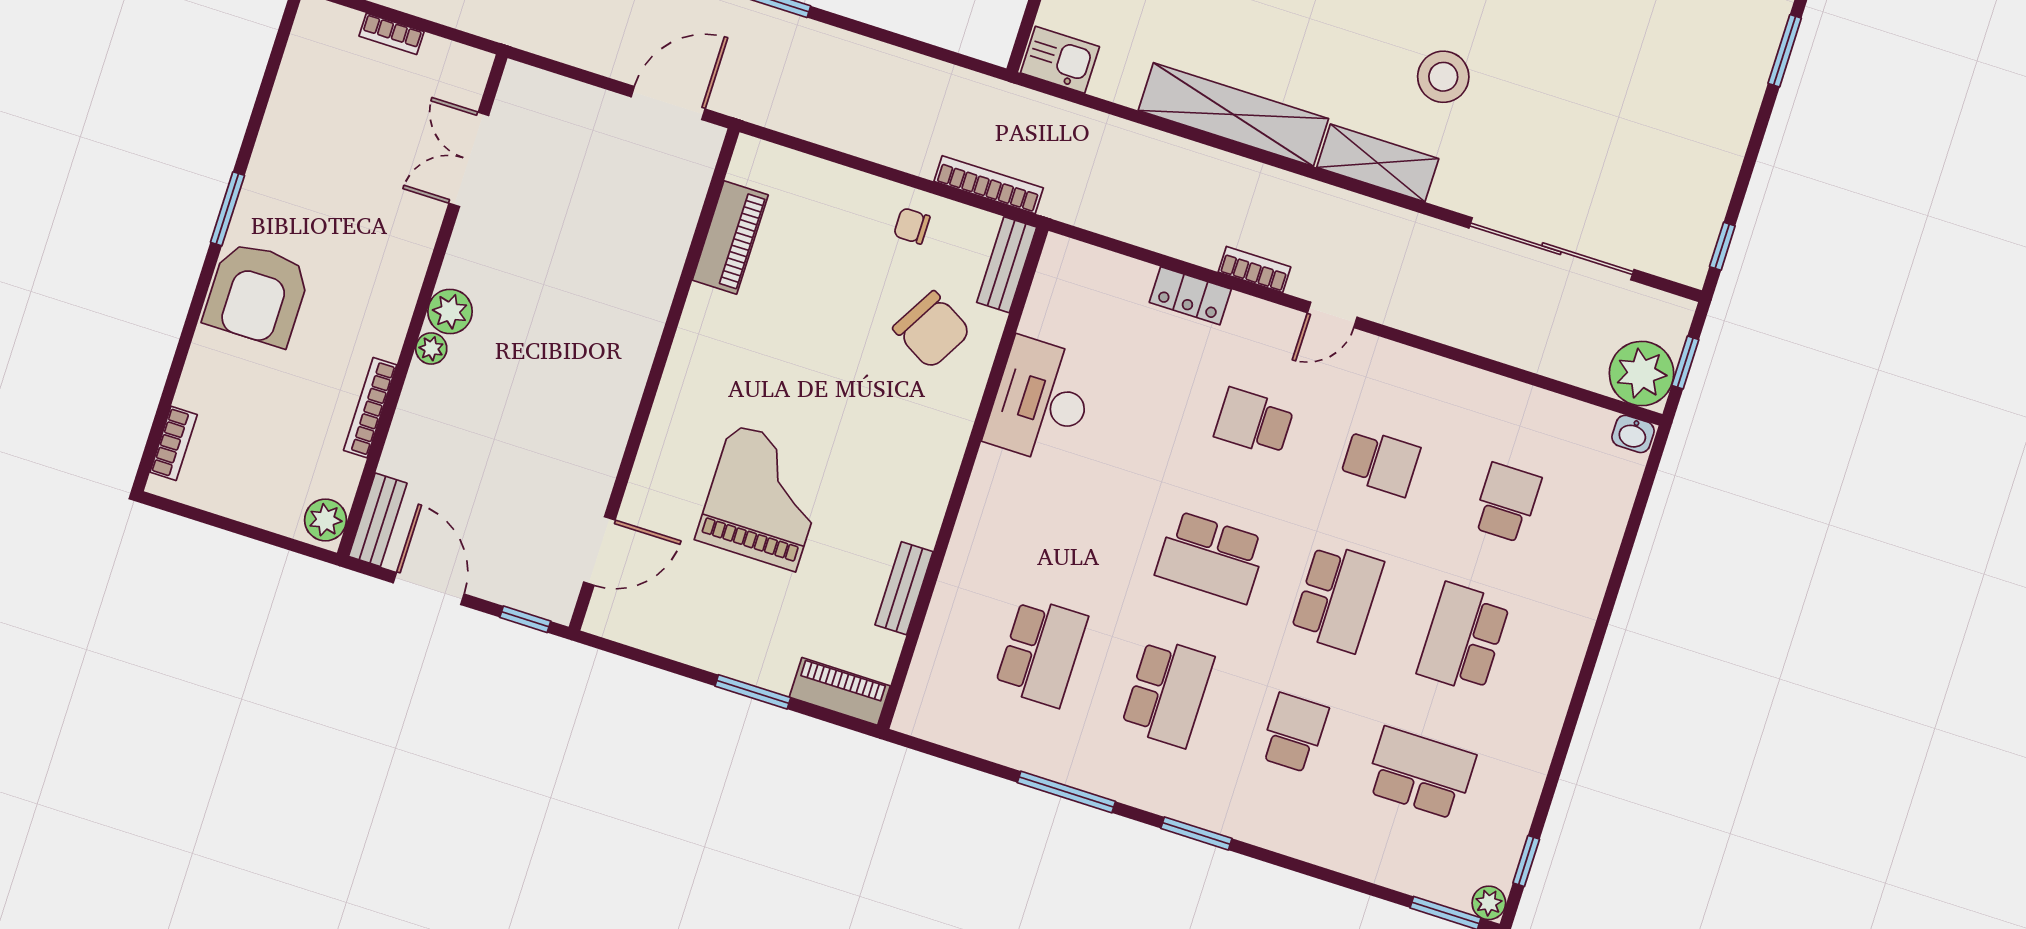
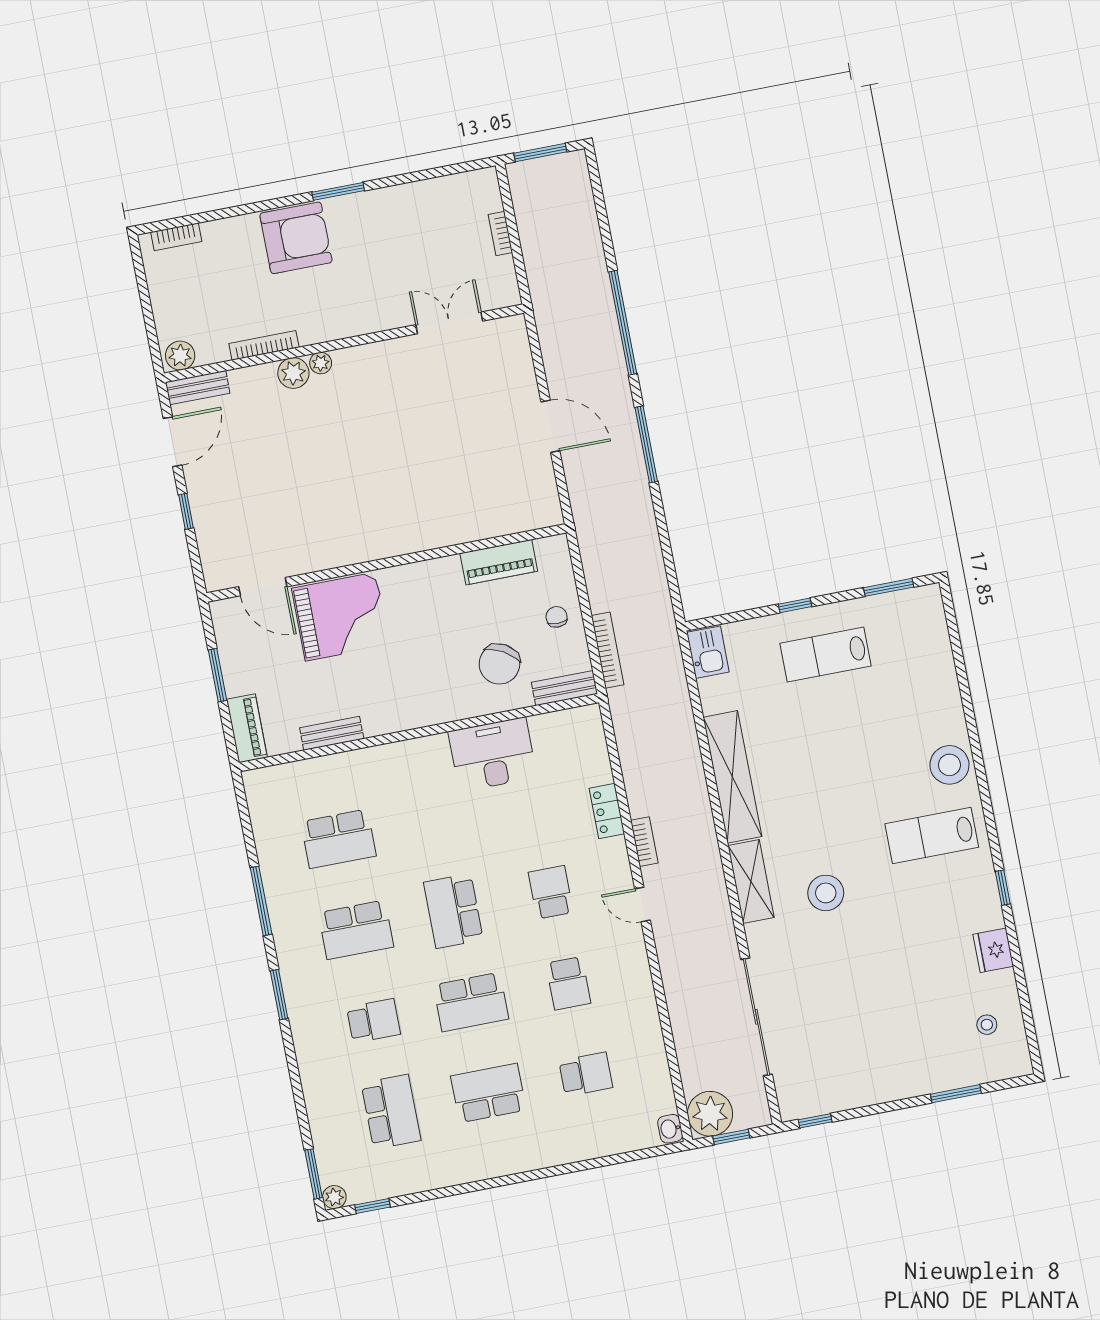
piano: (730, 238) -> (499, 562), moved
armchair: (257, 294) -> (296, 238), turned 180
plant: (450, 311) -> (293, 373), moved
wall: (654, 379) -> (386, 563), moved
door: (599, 551) -> (263, 587), moved

